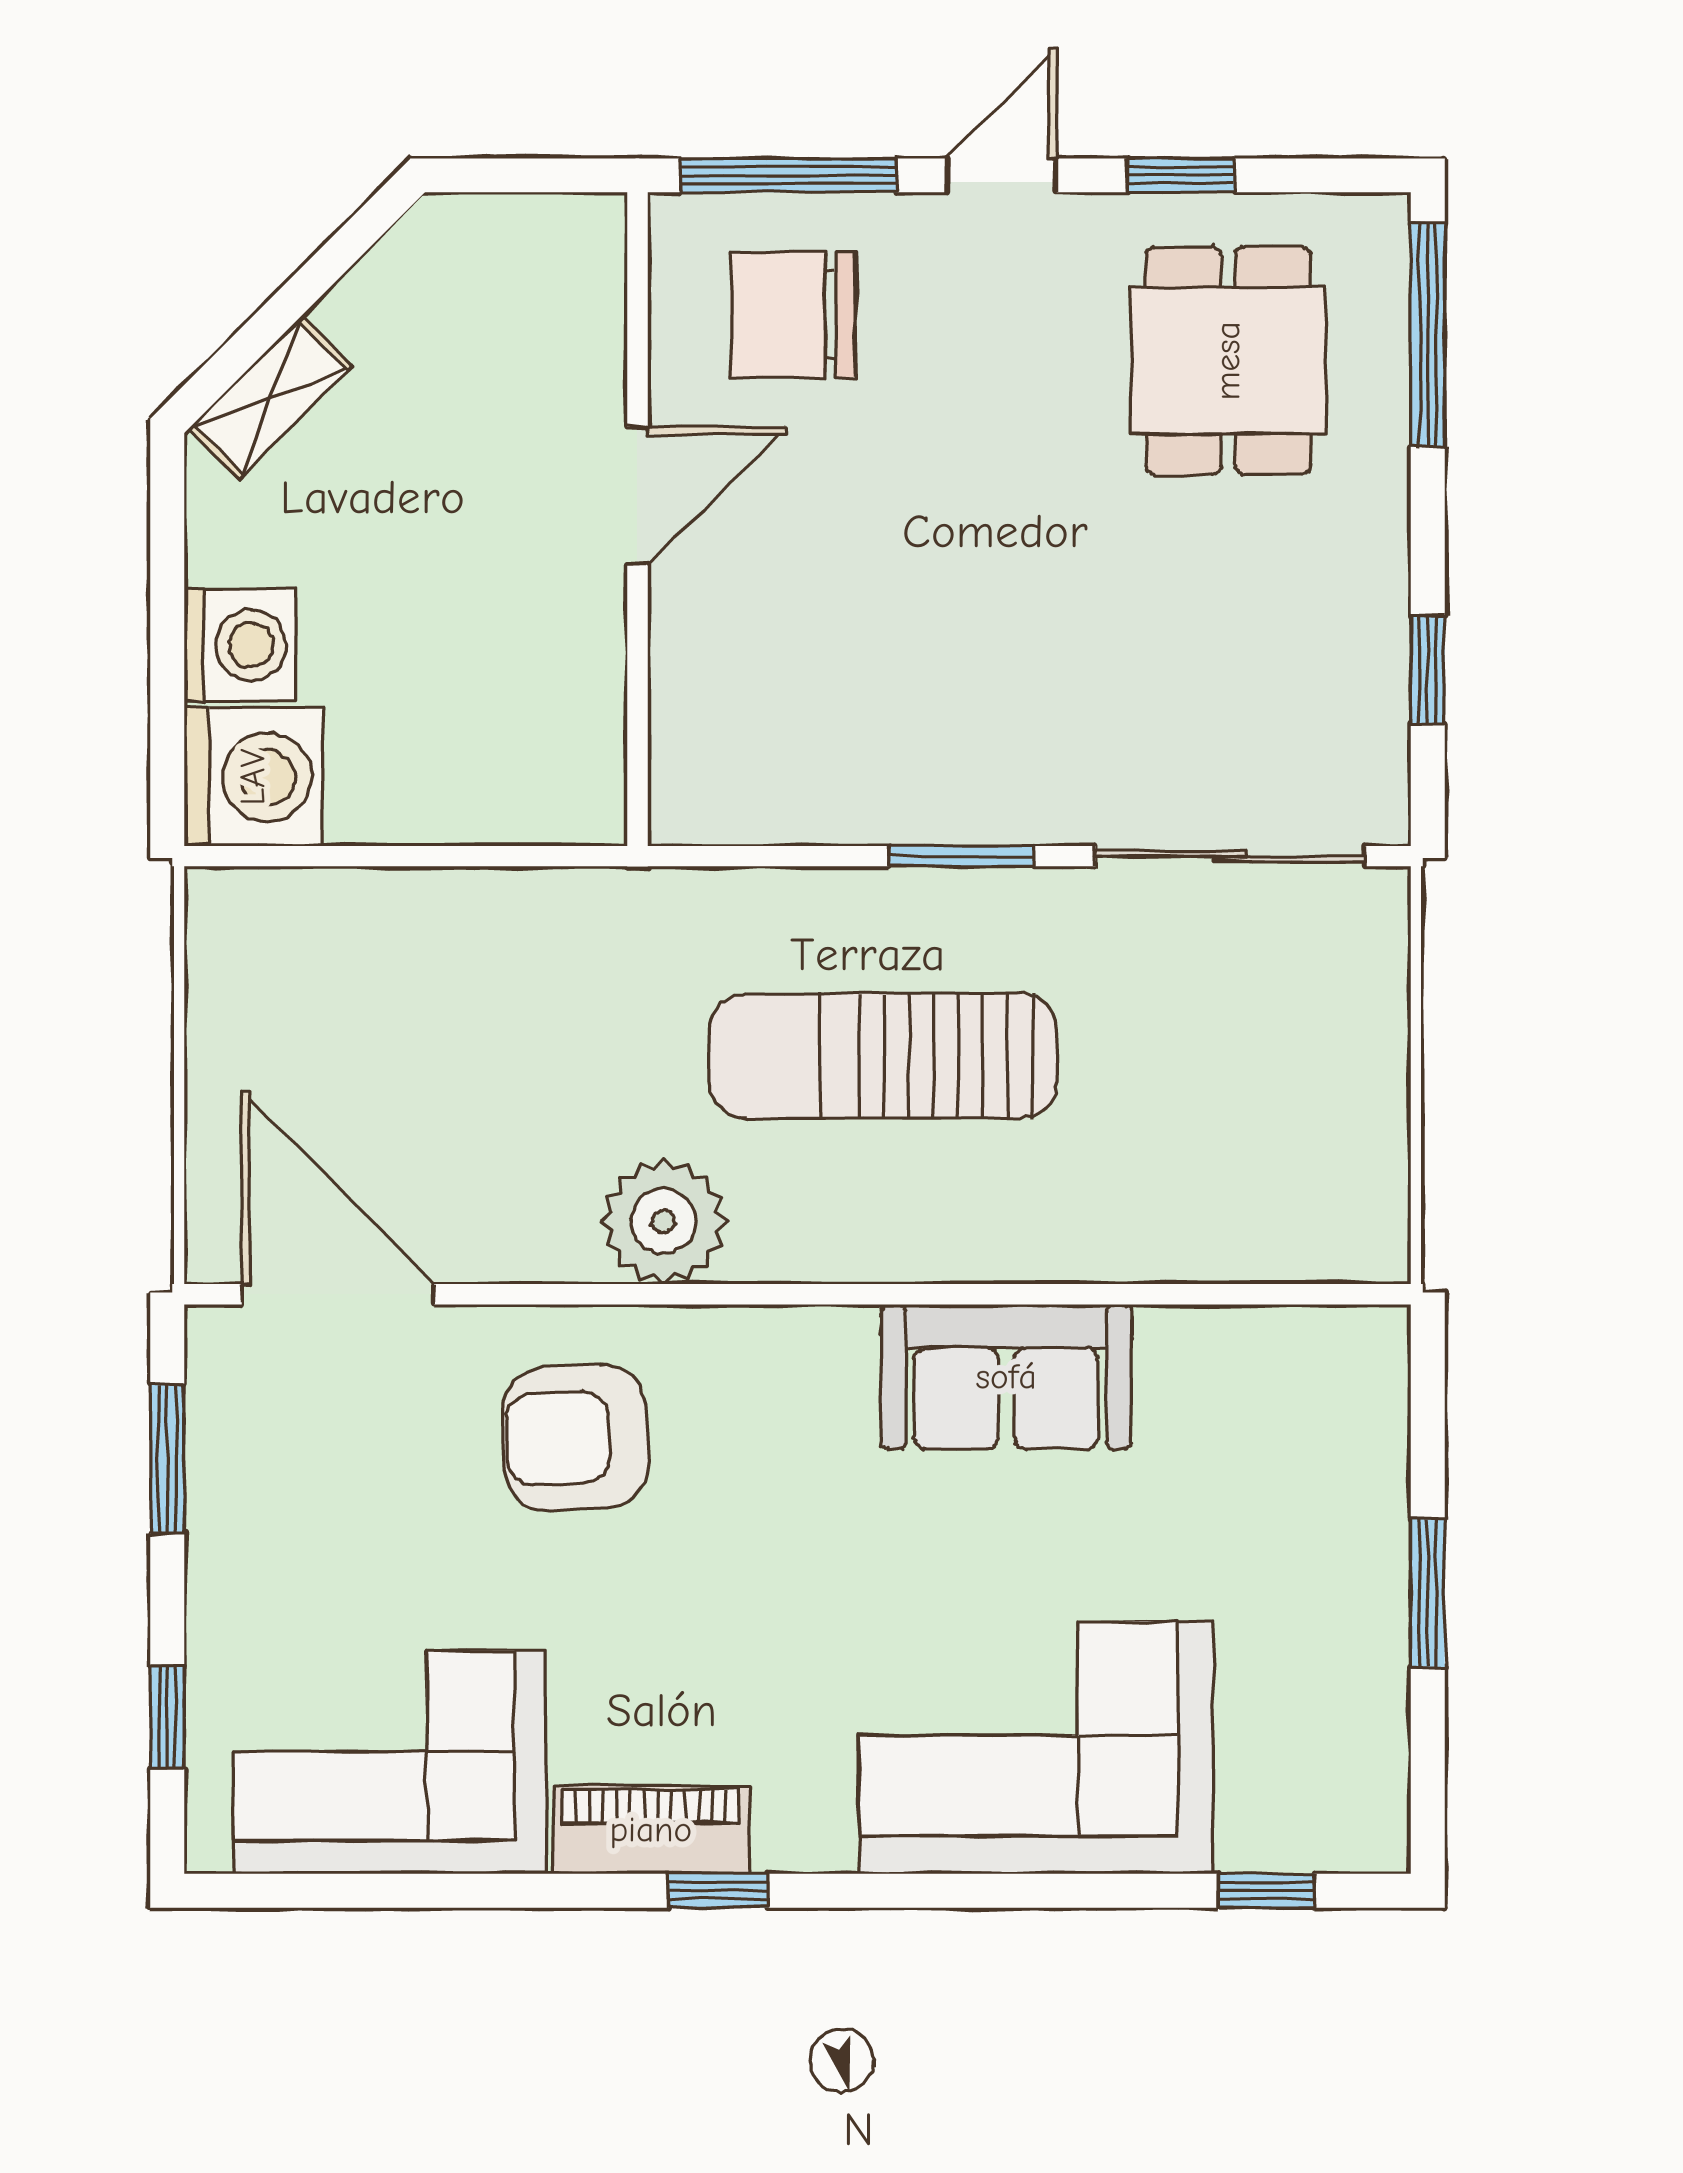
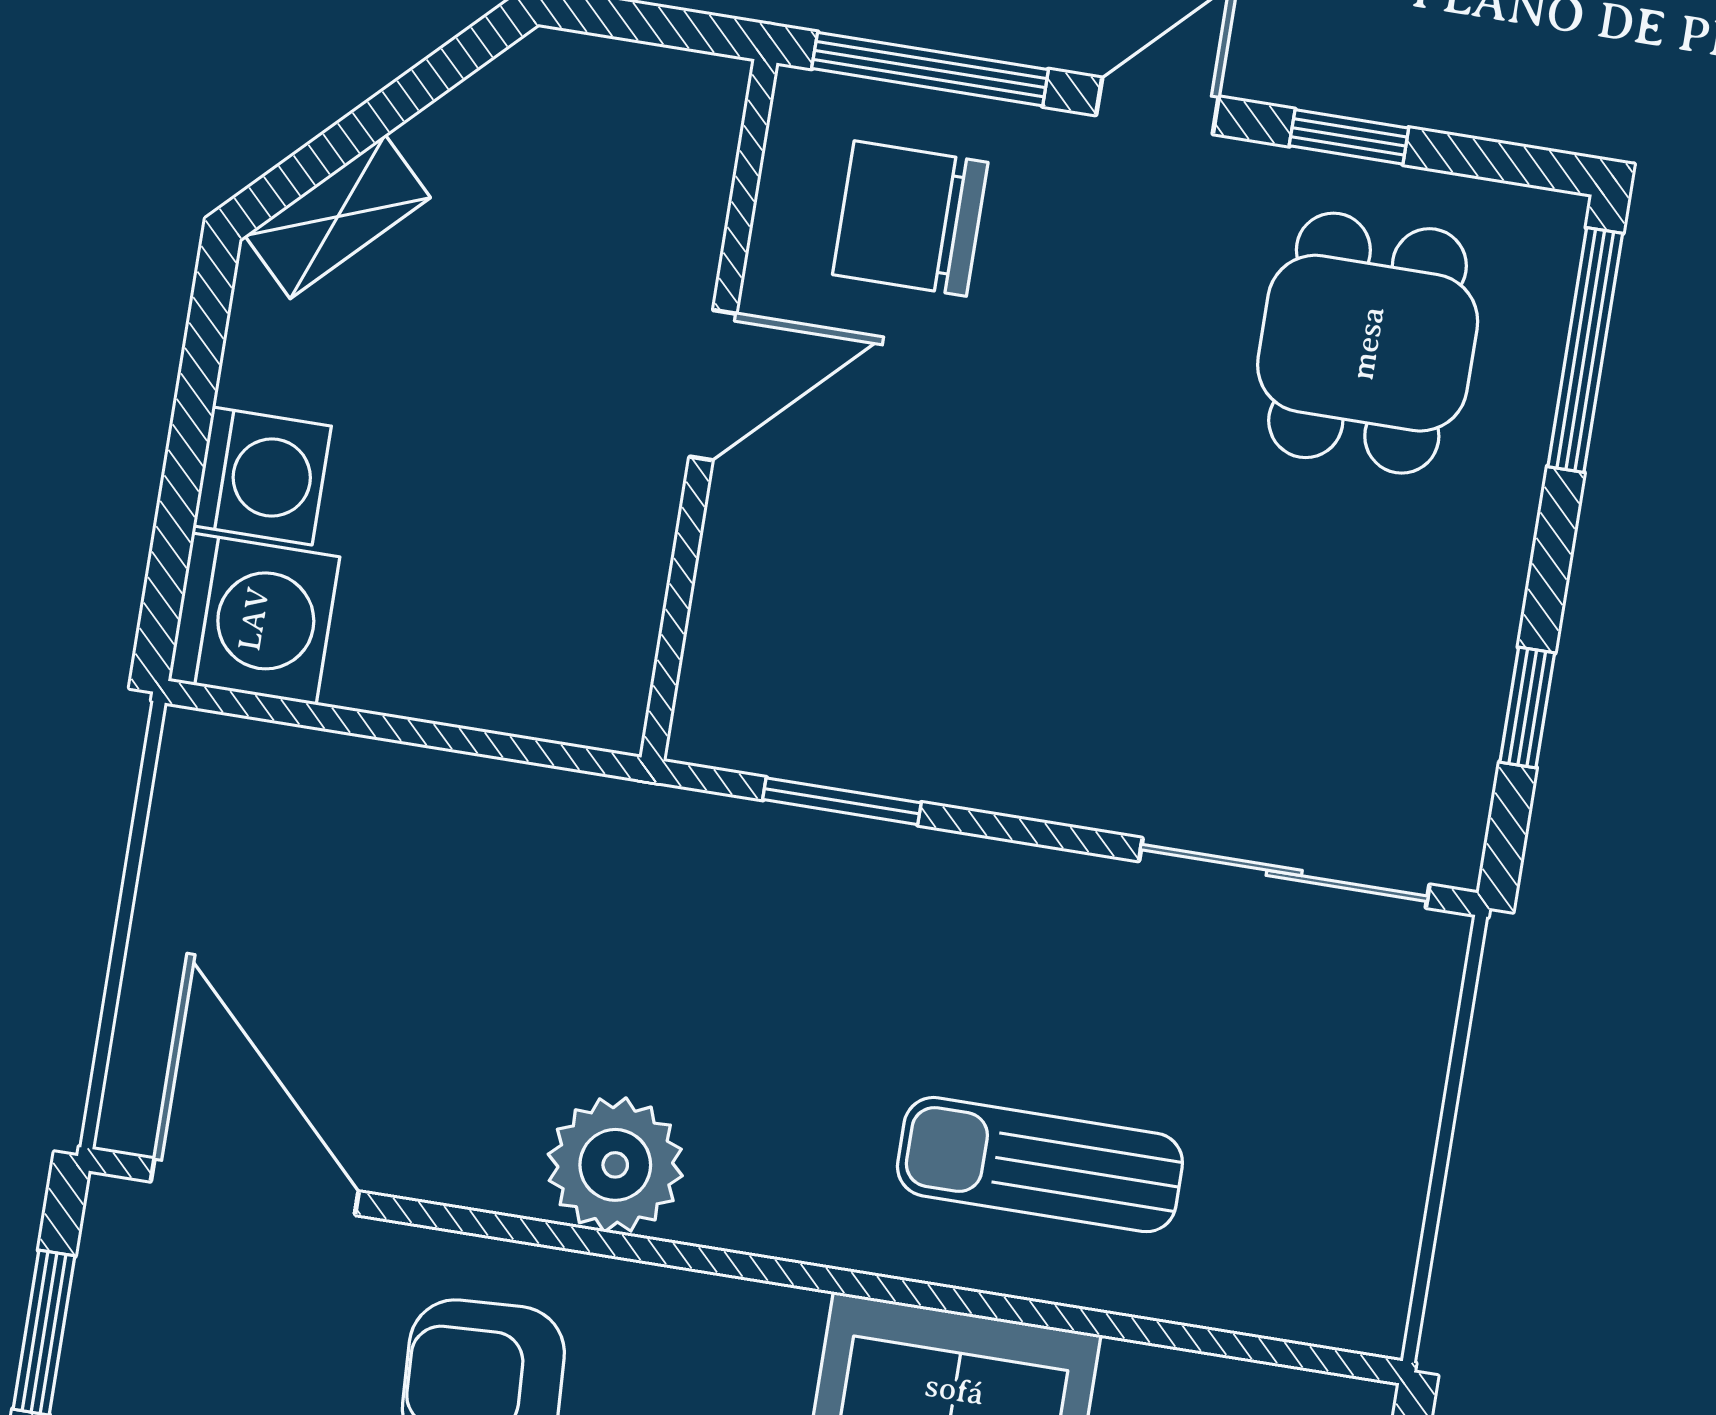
window: (961, 856) -> (842, 801), moved
sun lounger: (883, 1056) -> (1040, 1165), moved, width x0.73, depth x0.75

